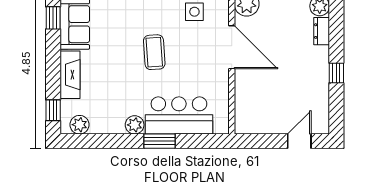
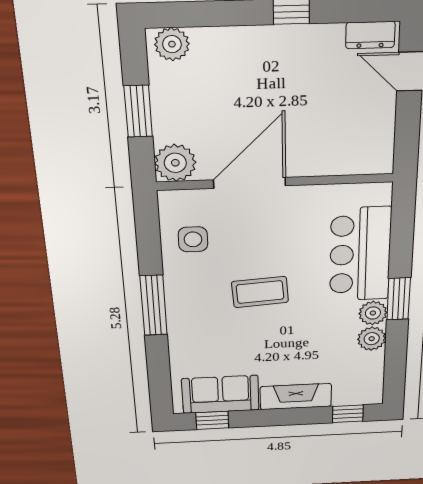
dresser: (322, 31) -> (370, 35), moved
plant: (80, 125) -> (372, 339), moved
window: (159, 141) -> (399, 299), moved

